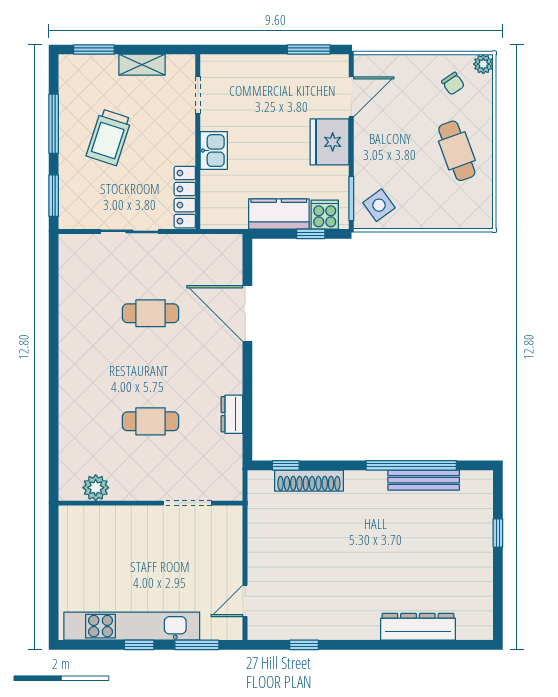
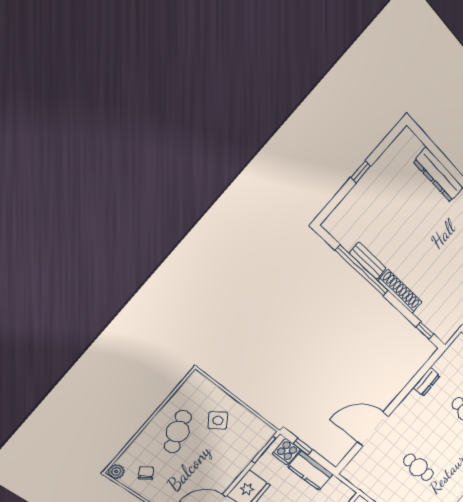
side table: (379, 205) -> (218, 420), moved
door: (247, 314) -> (373, 429), swing flipped
bench: (424, 480) -> (368, 261), width x0.73
shoe rack: (309, 481) -> (400, 291), moved
window: (498, 533) -> (361, 172), moved

